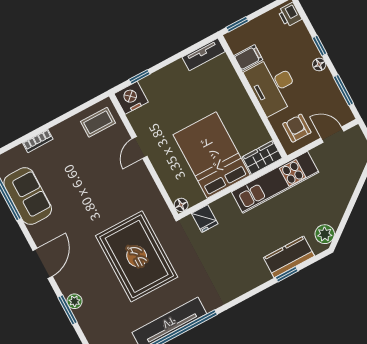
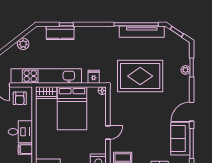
desk: (273, 85) -> (20, 132), width x0.73
kitchen unit: (275, 182) -> (46, 76), width x1.36
plant: (325, 234) -> (23, 44), moved
rug: (137, 256) -> (140, 76), turned 90
door: (43, 263) -> (192, 112), moved

